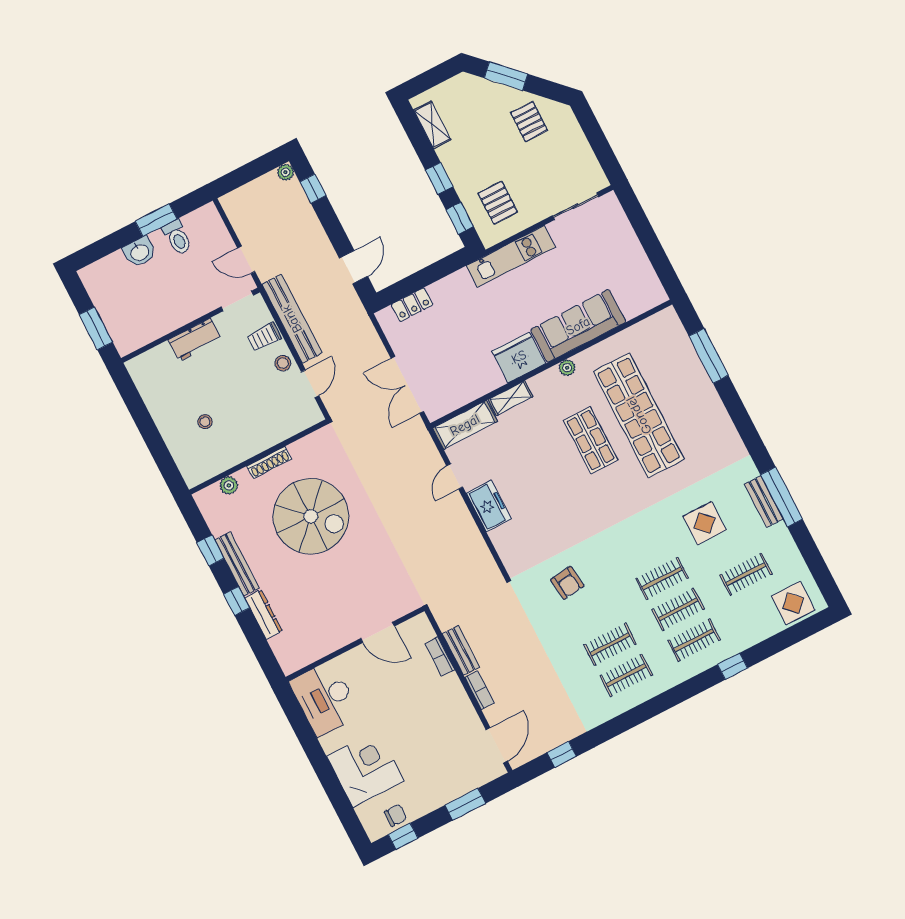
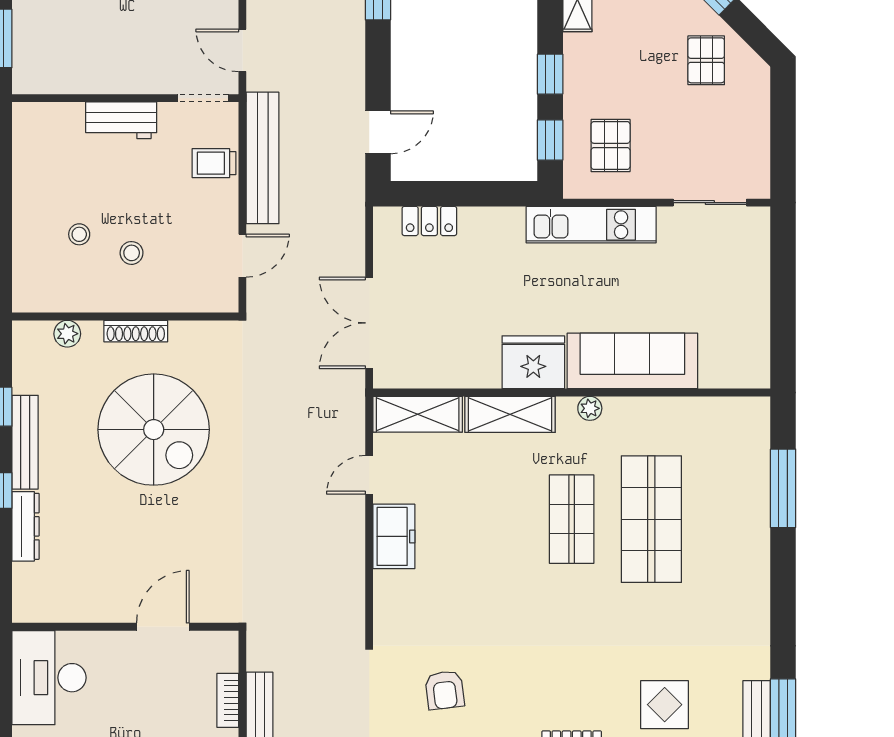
stool: (283, 363) -> (132, 253), moved
shelving: (510, 398) -> (510, 414), width x1.50, depth x1.33
shop shelf: (639, 415) -> (651, 519), width x0.71
door: (378, 632) -> (163, 627), swing flipped

